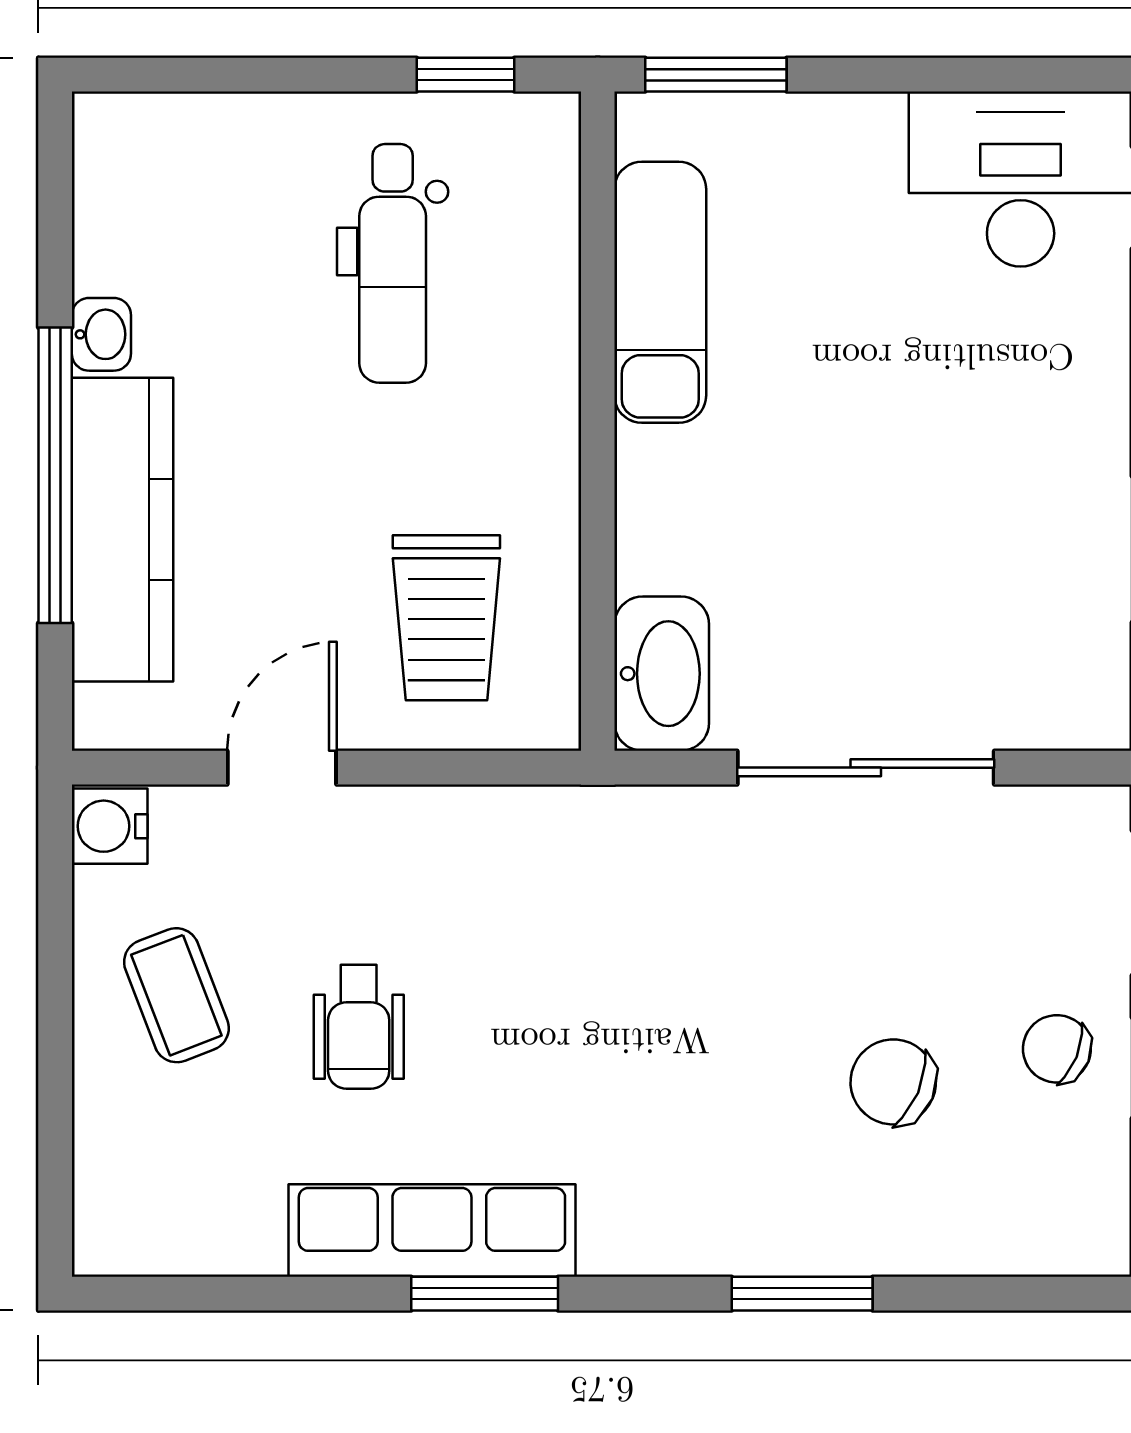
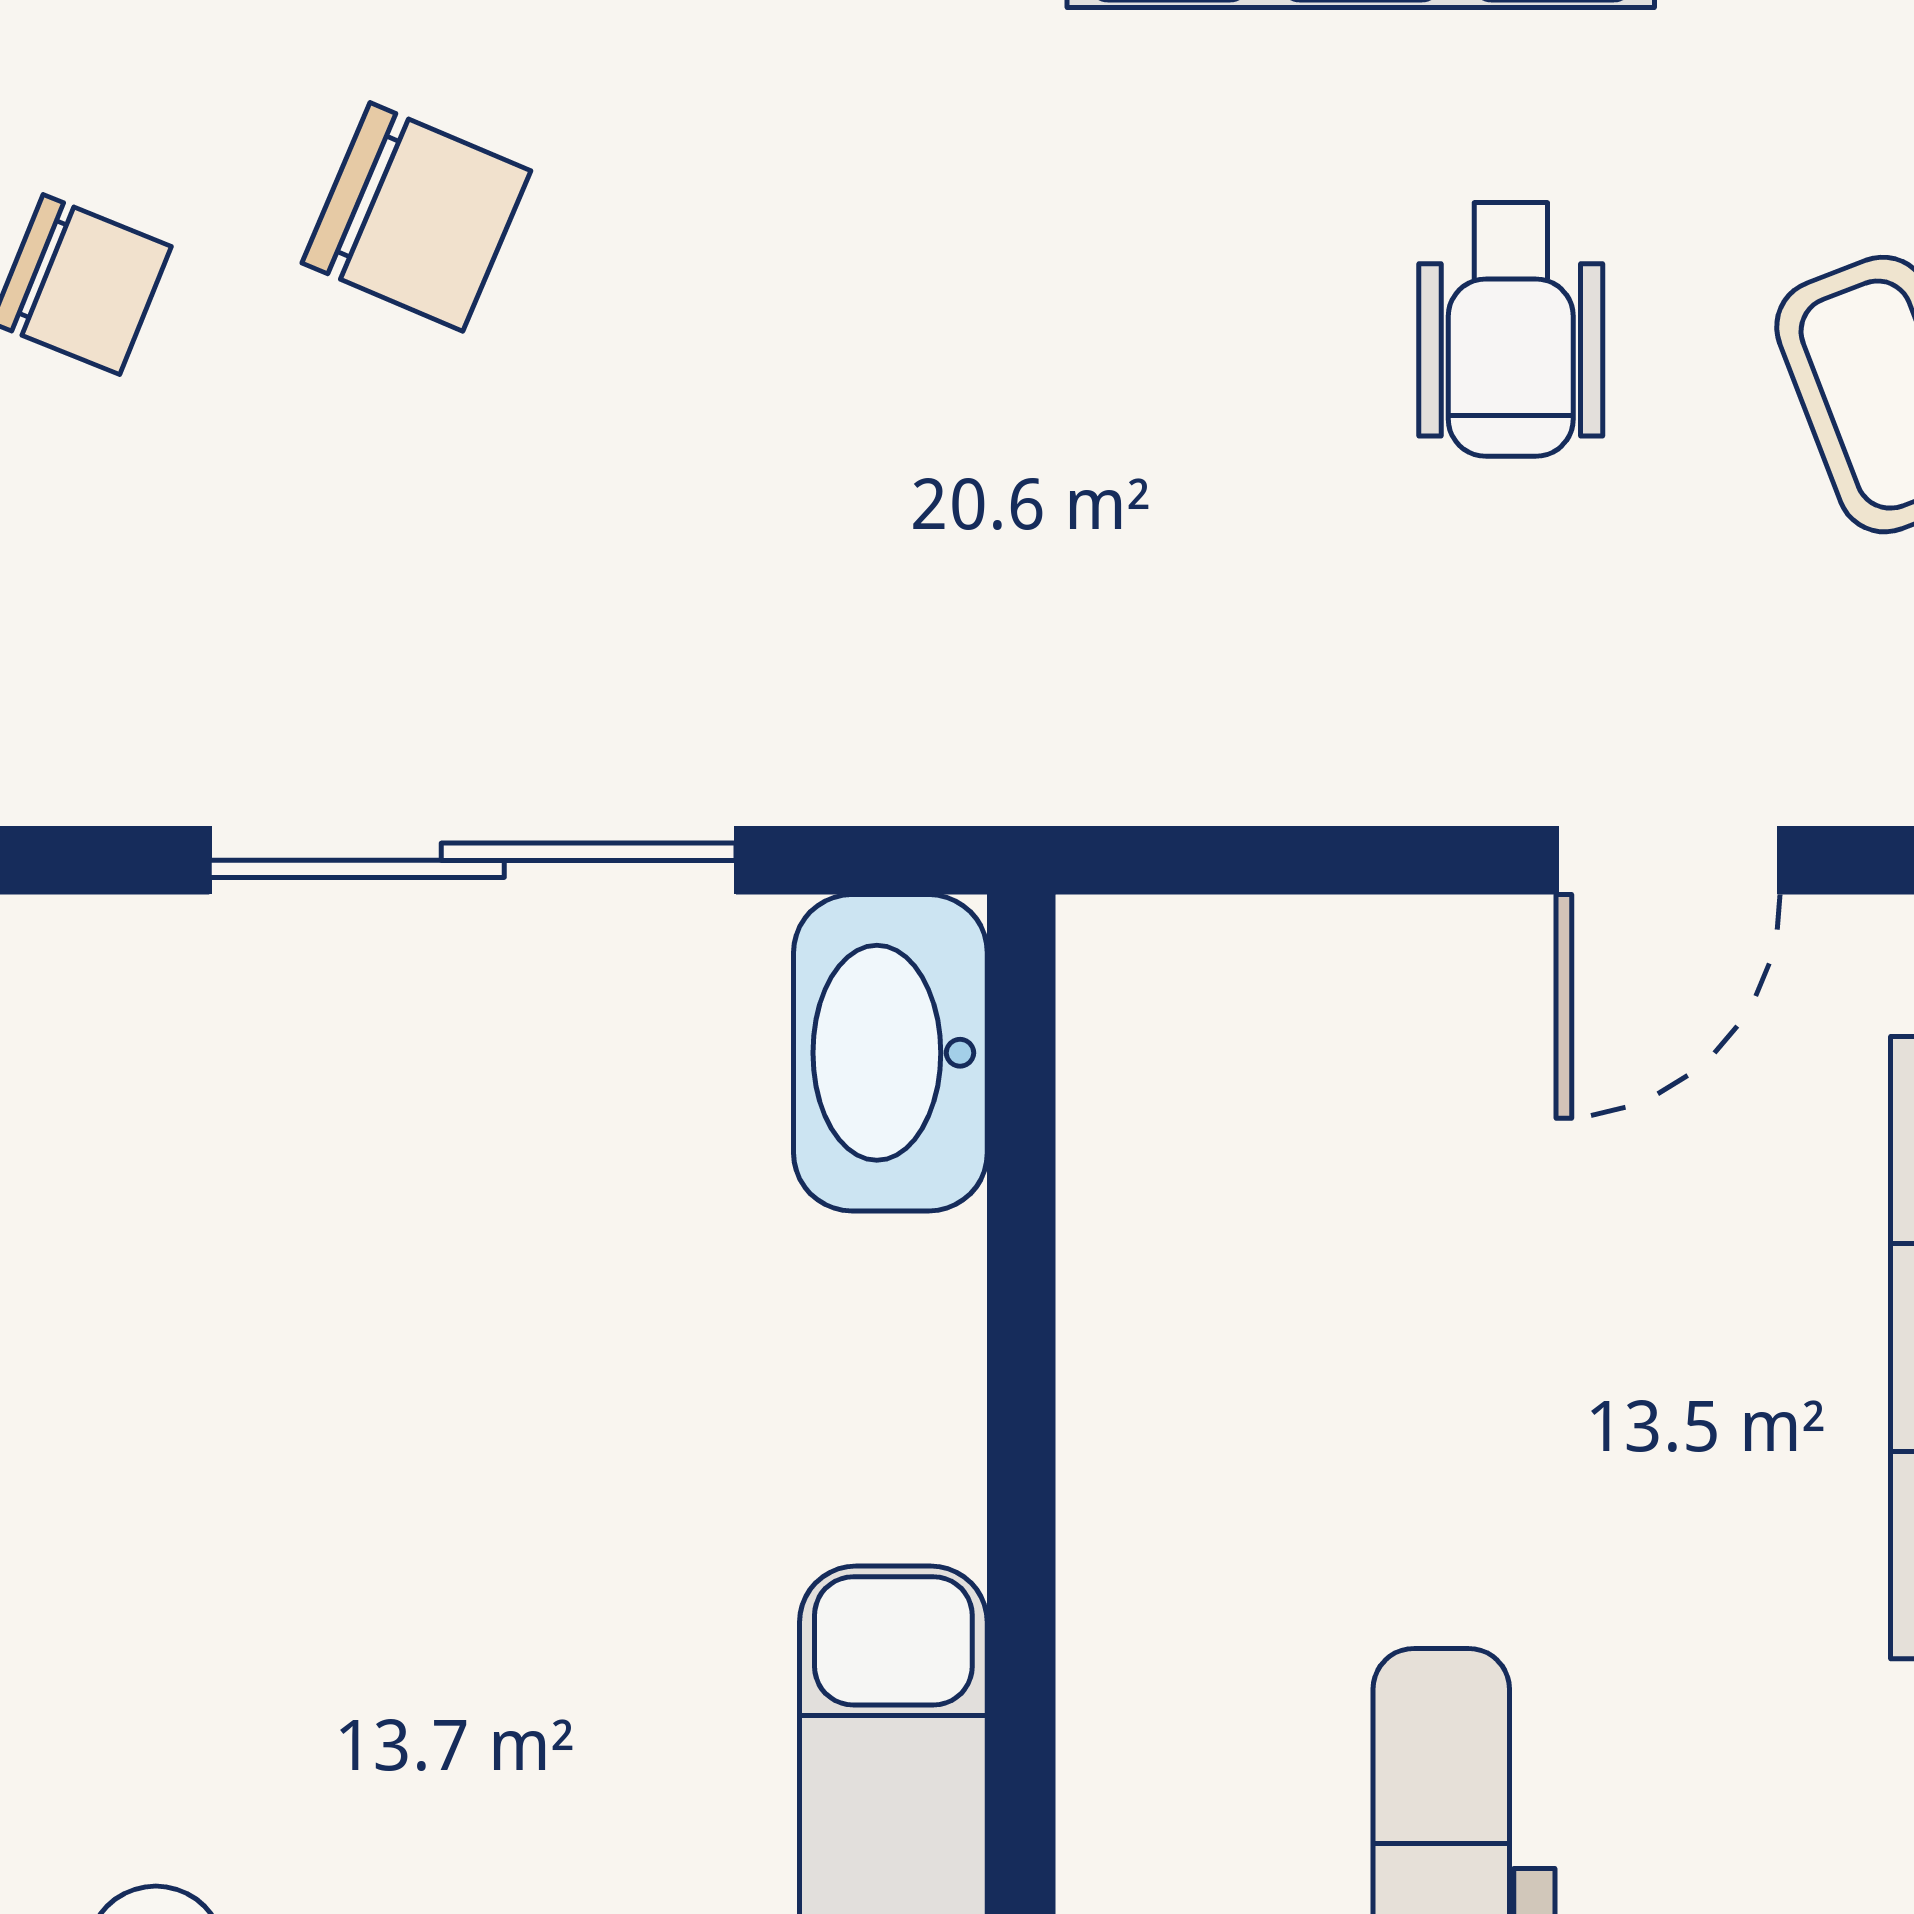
trolley: (446, 618) -> (1331, 1167), removed
wheelchair: (359, 1027) -> (1511, 330), turned 180

